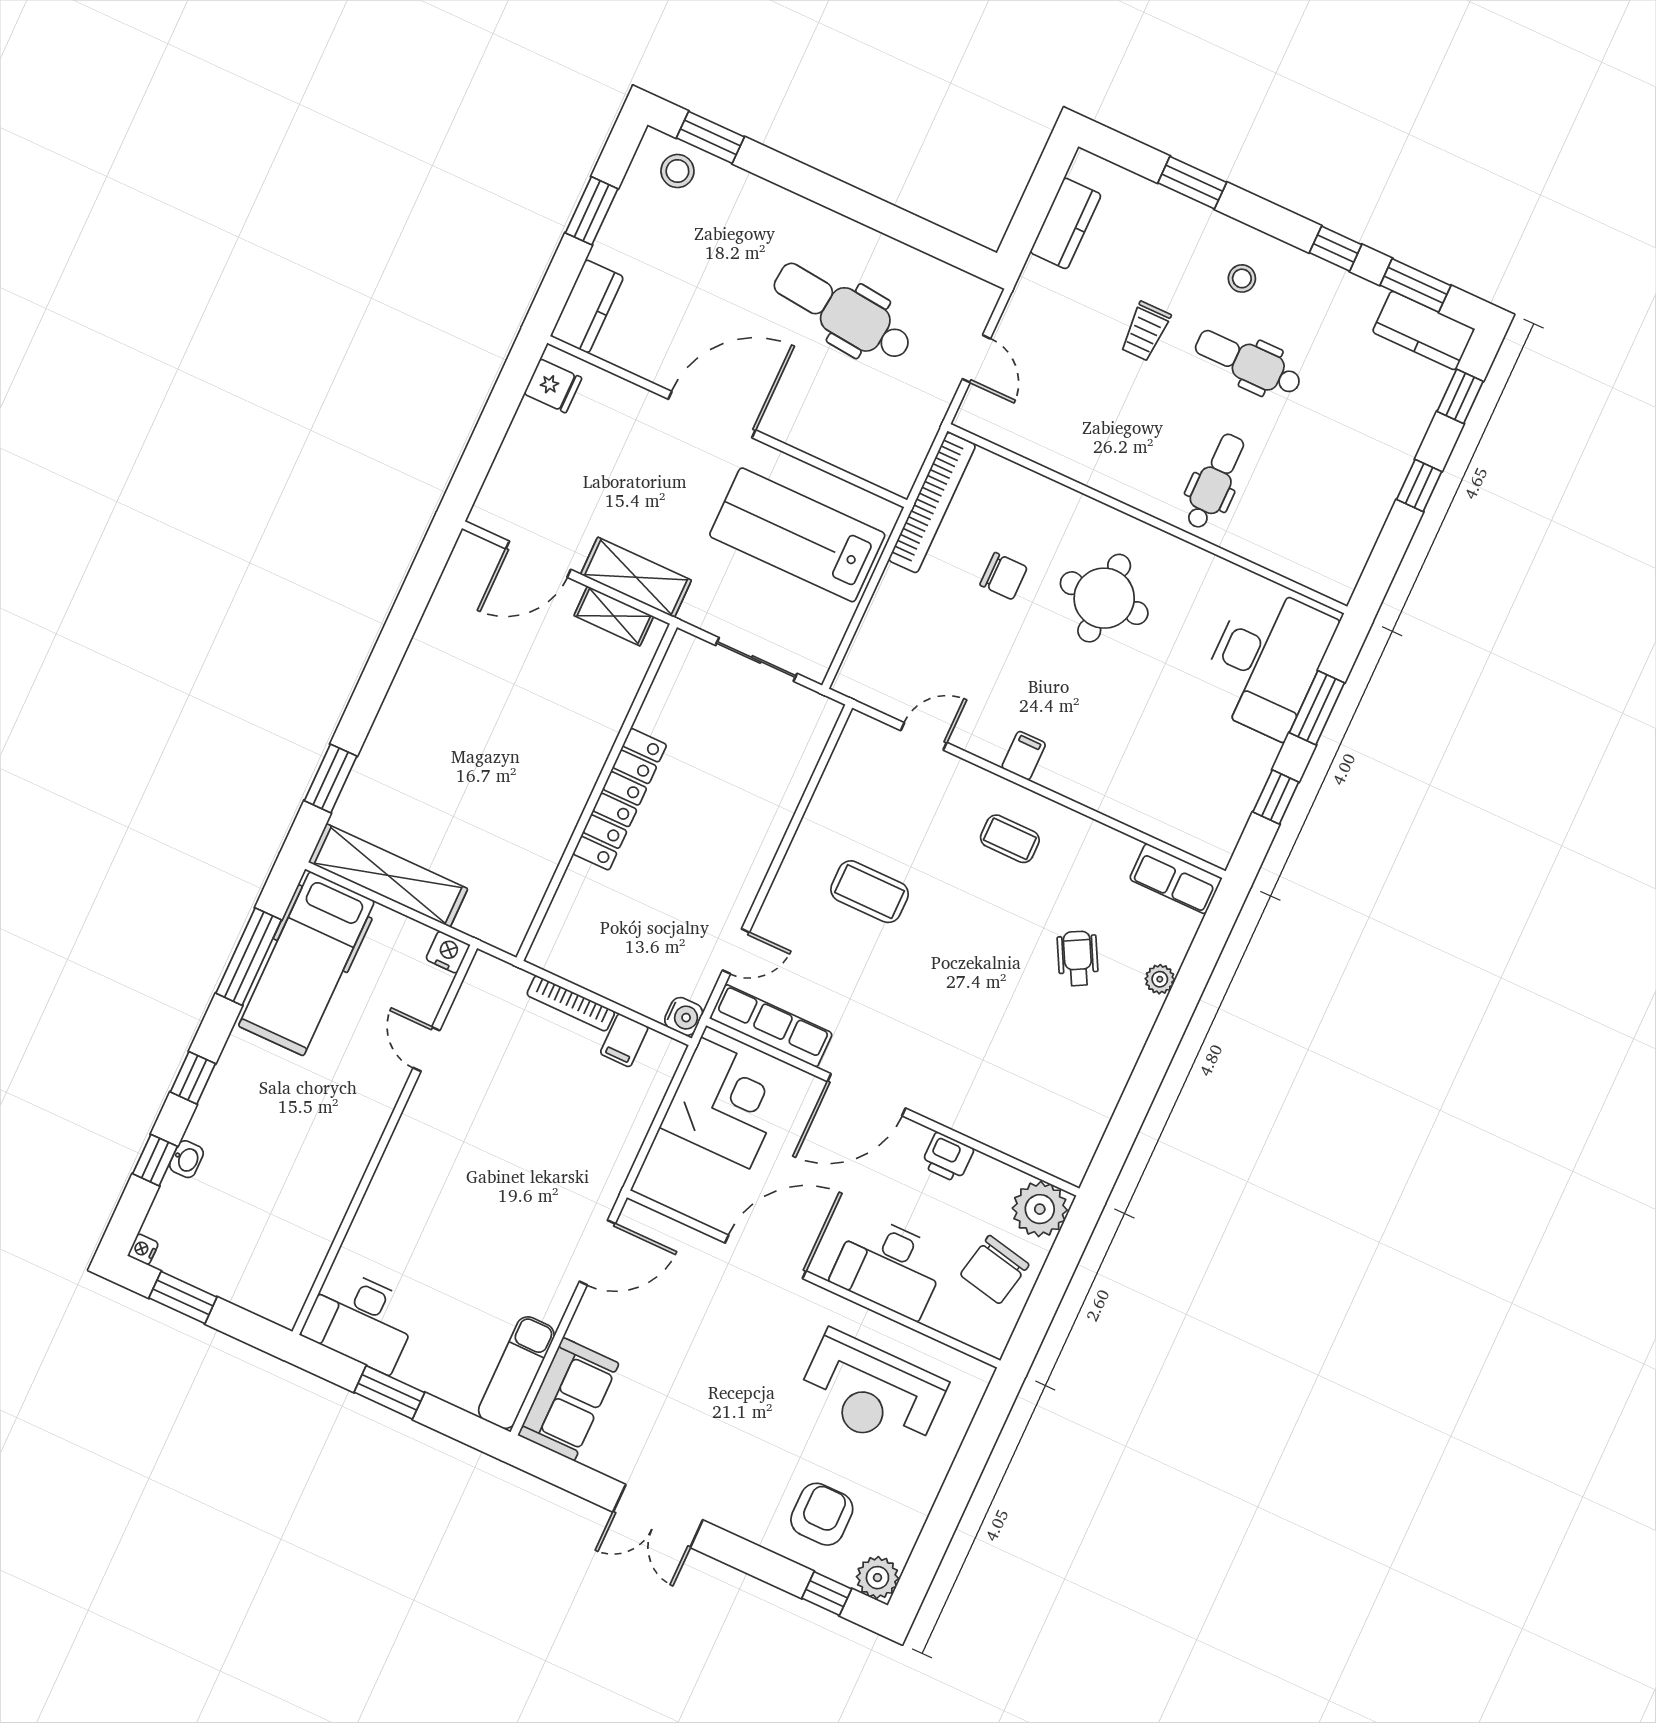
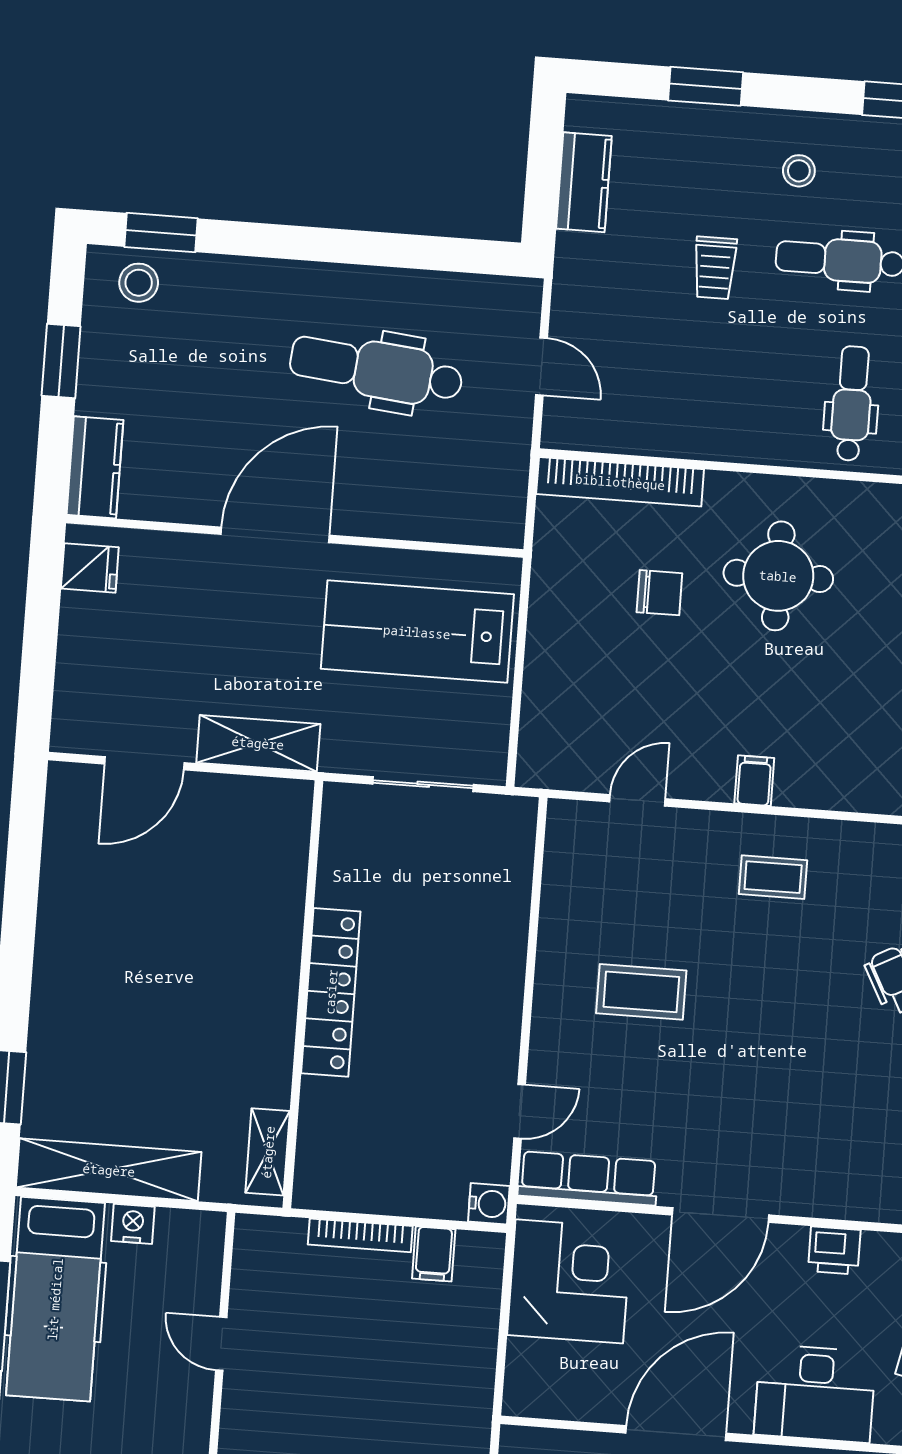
bookcase: (932, 503) -> (620, 482), moved, turned 90
shelving: (614, 616) -> (268, 1152), moved, turned 90
nightstand: (448, 952) -> (133, 1224), moved

